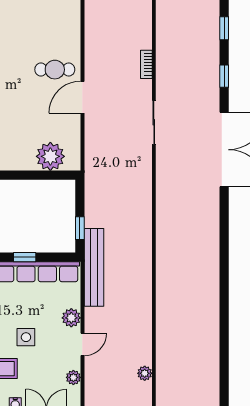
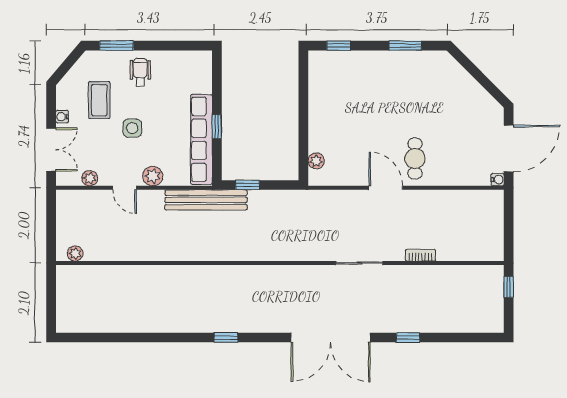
window: (224, 28) -> (226, 337), moved
plant: (50, 156) -> (316, 161), width x0.53, depth x0.53
plant: (145, 373) -> (75, 253), moved

